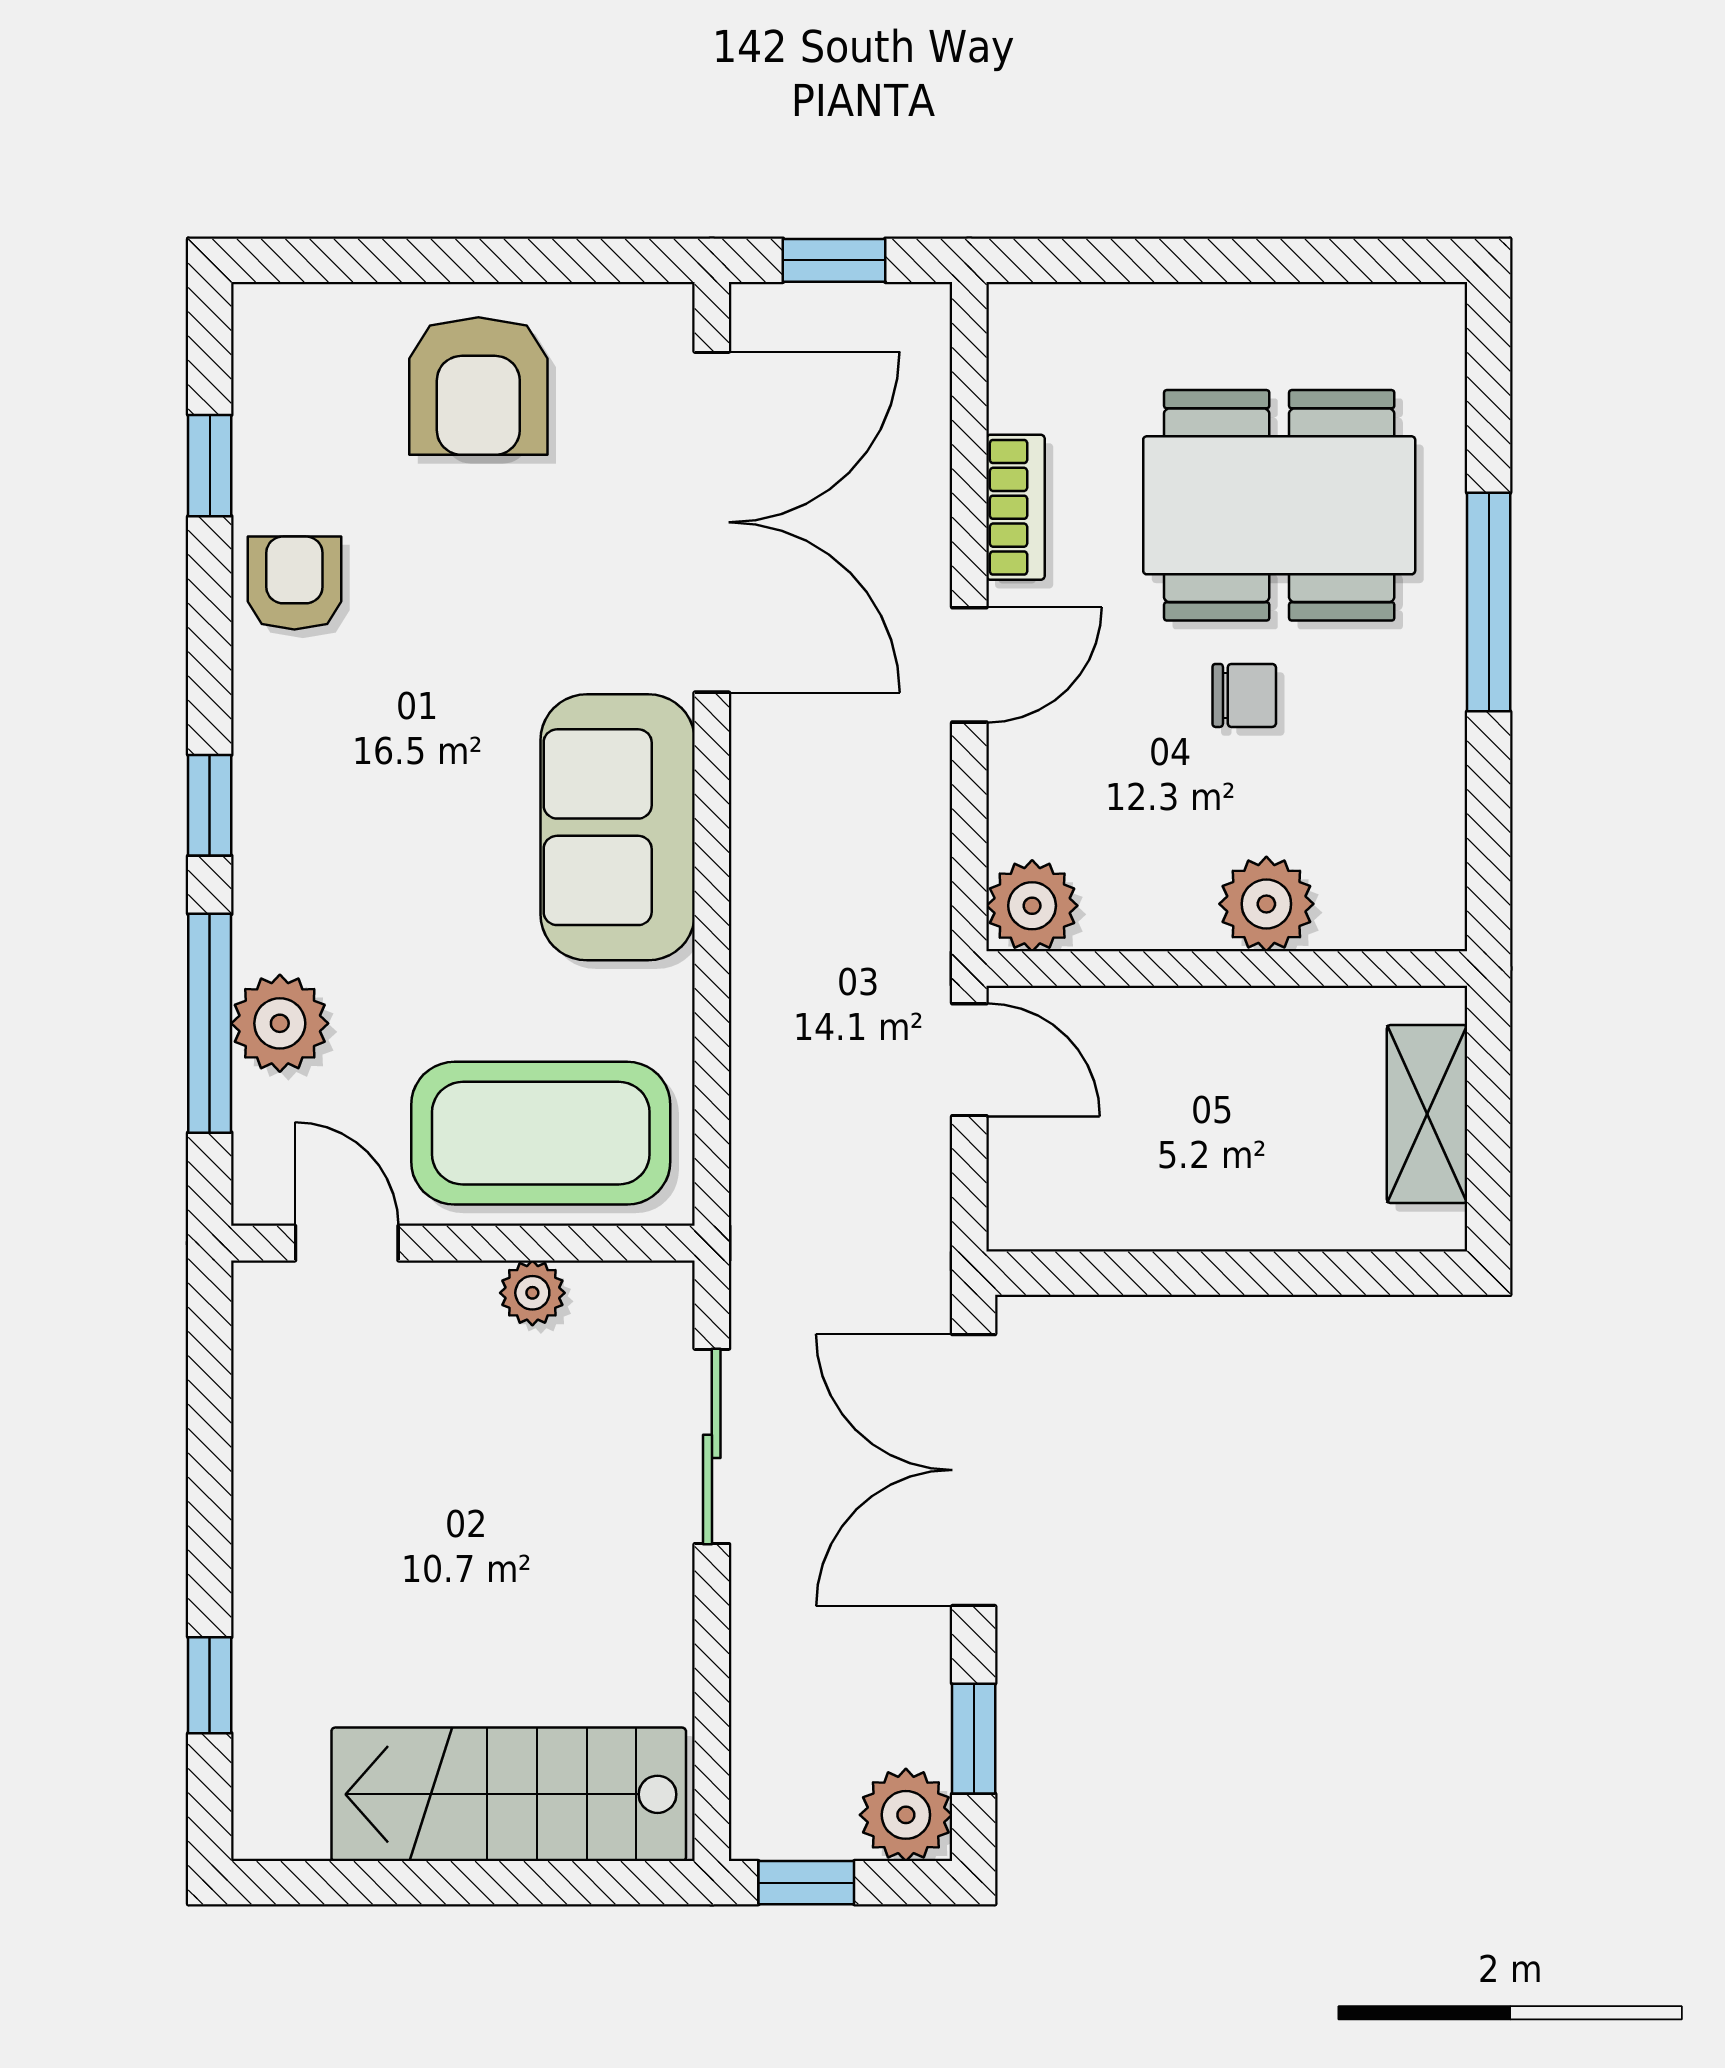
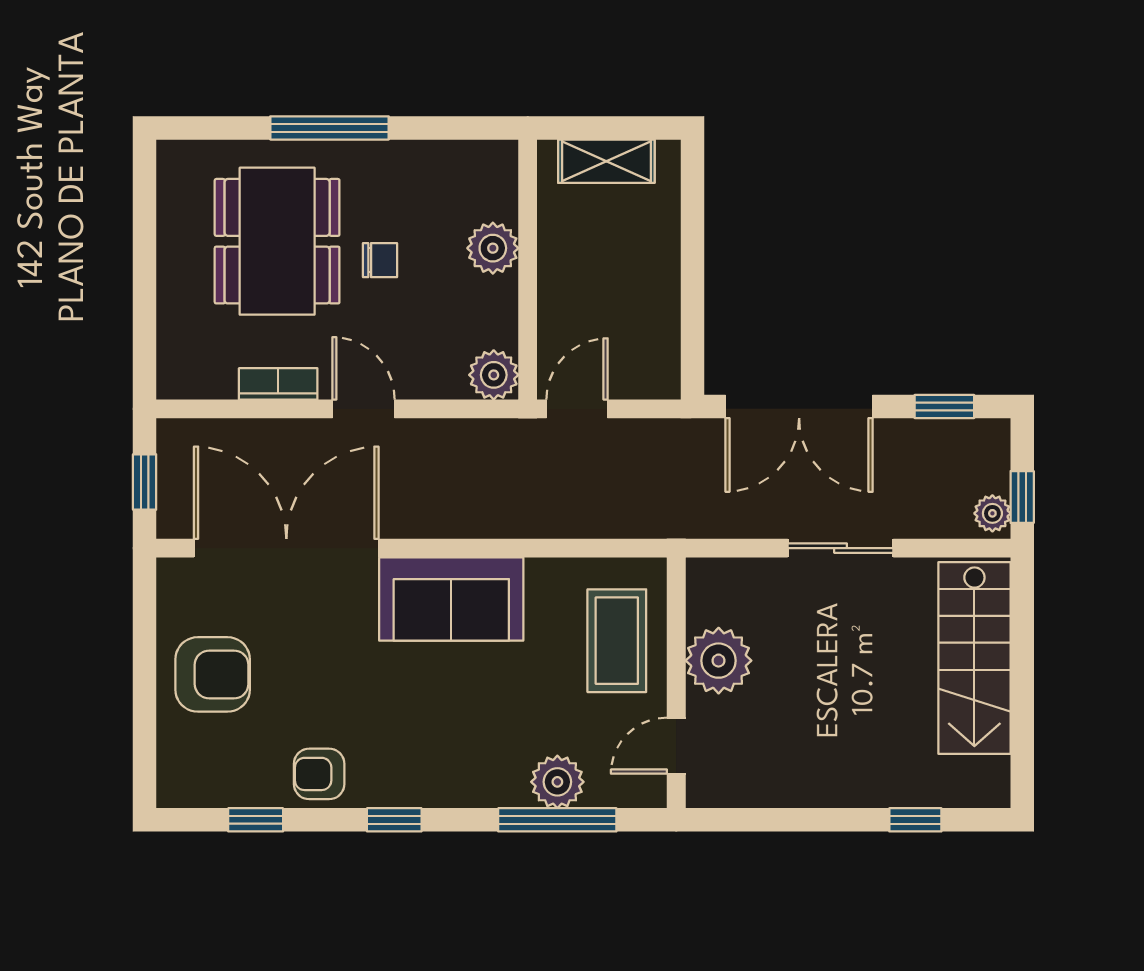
chair: (1244, 695) -> (380, 260), turned 90
window: (210, 805) -> (394, 820), moved
coffee table: (541, 1133) -> (617, 641), width x0.73, depth x0.76
plant: (532, 1293) -> (719, 661), width x1.87, depth x1.87
sliding door: (712, 1446) -> (841, 548), moved
plant: (906, 1815) -> (992, 513), moved, width x0.73, depth x0.73

